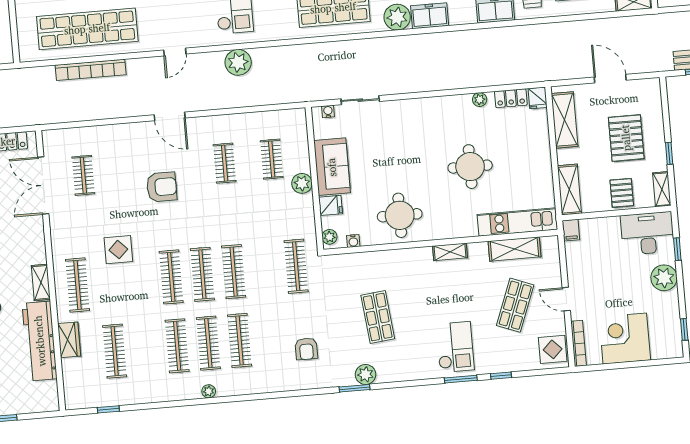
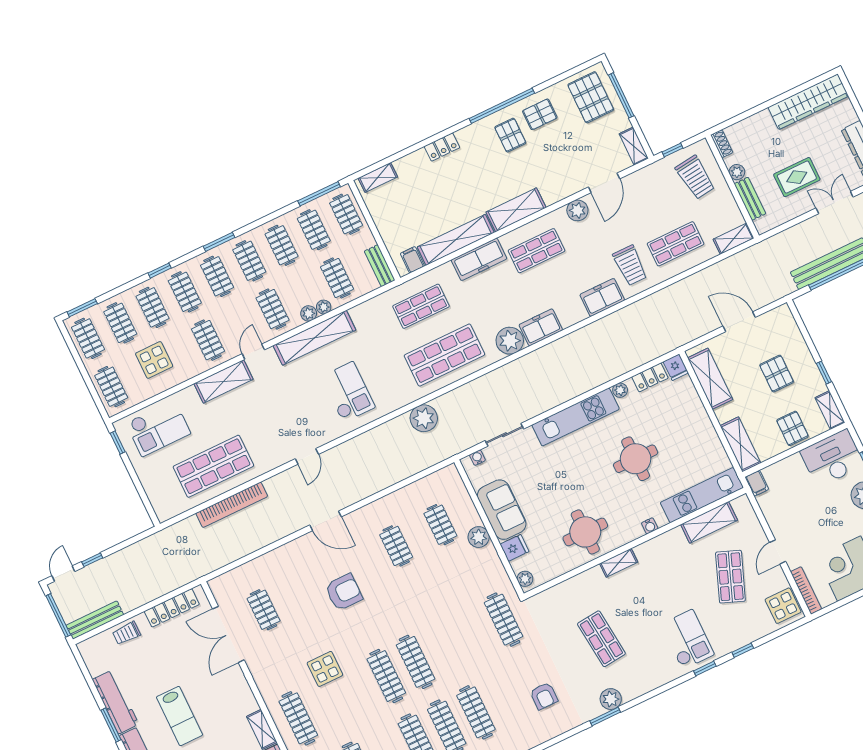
shop shelf: (87, 29) -> (213, 466), width x0.71
plant: (238, 62) -> (424, 418), moved
kitchen unit: (430, 108) -> (576, 417), added
pallet: (626, 138) -> (777, 374), width x0.67, depth x0.71
water cooler: (353, 241) -> (650, 526), moved
shelving: (450, 252) -> (619, 563), moved
clothes rail: (234, 272) -> (445, 648), removed
door: (566, 299) -> (778, 552), hinge flipped
window: (461, 379) -> (705, 668), width x0.67

